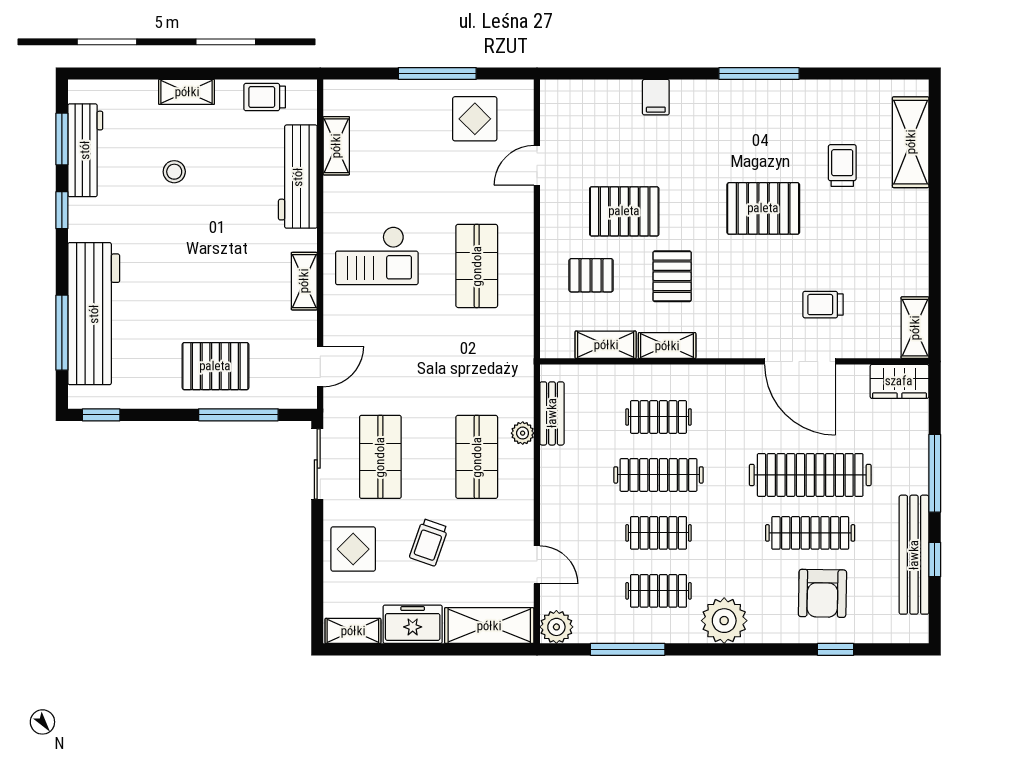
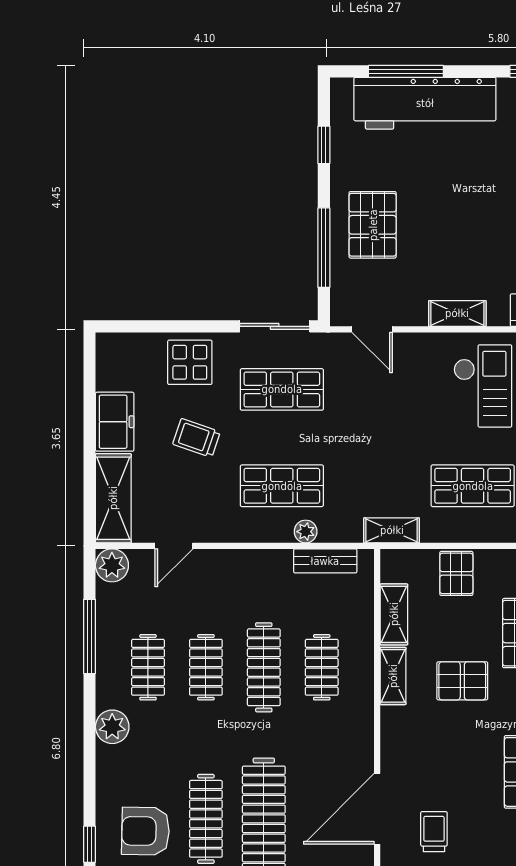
checkout: (377, 256) -> (483, 386), turned 180
pallet: (591, 275) -> (456, 573), moved
window: (101, 415) -> (324, 145), moved
plant: (724, 621) -> (112, 727), width x0.73, depth x0.73
shelving: (353, 631) -> (392, 530), moved, turned 90

